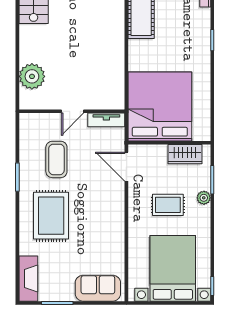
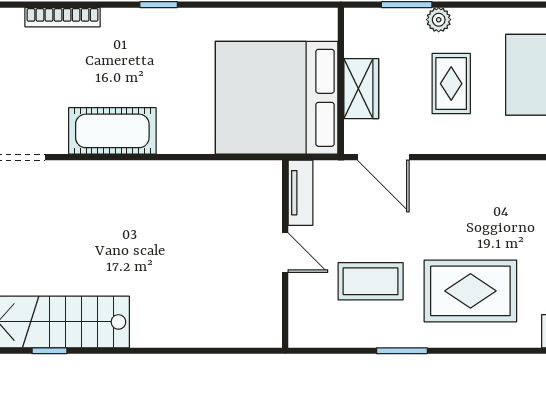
plant: (32, 76) -> (223, 325), removed
wardrobe: (185, 154) -> (361, 89), moved
door: (126, 167) -> (383, 157), hinge flipped

